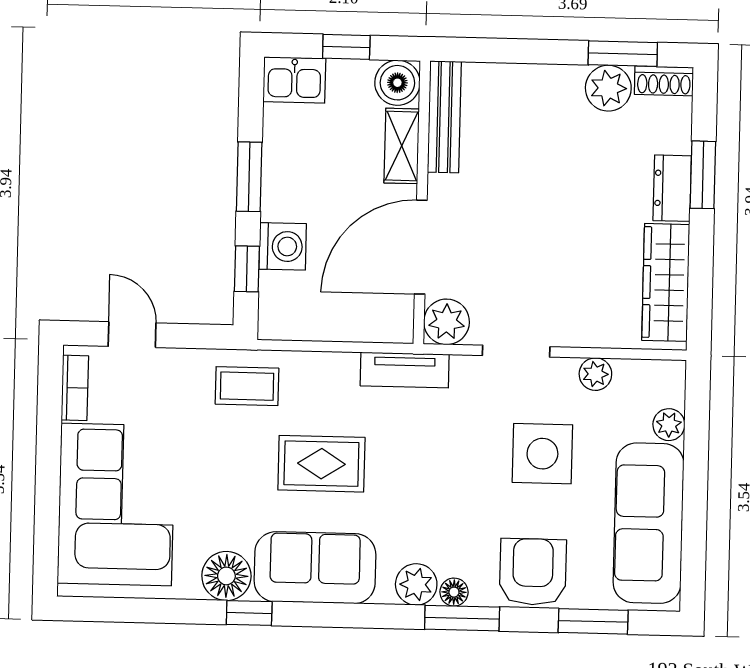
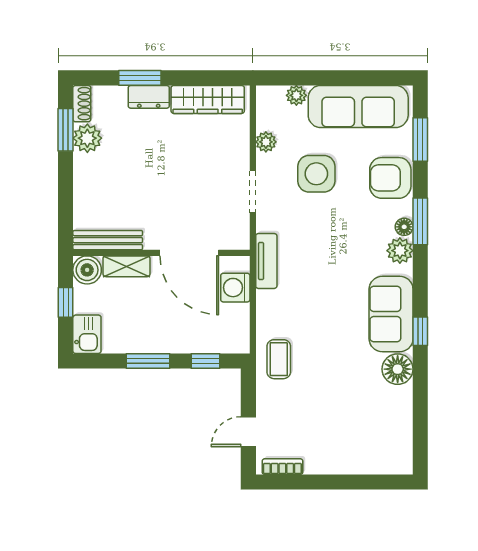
washing machine: (283, 246) -> (235, 288), moved, turned -90
plant: (447, 322) -> (236, 236), removed
rug: (321, 464) -> (326, 312), removed
corner sofa: (116, 504) -> (355, 439), removed
window: (249, 613) -> (420, 331), moved

